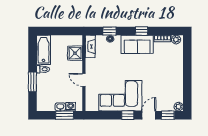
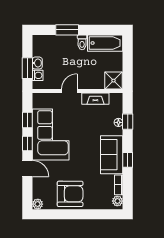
fireplace: (90, 46) -> (95, 99), moved
shower: (75, 53) -> (113, 81), moved
armchair: (170, 79) -> (70, 194), added
window: (168, 115) -> (27, 120), moved

